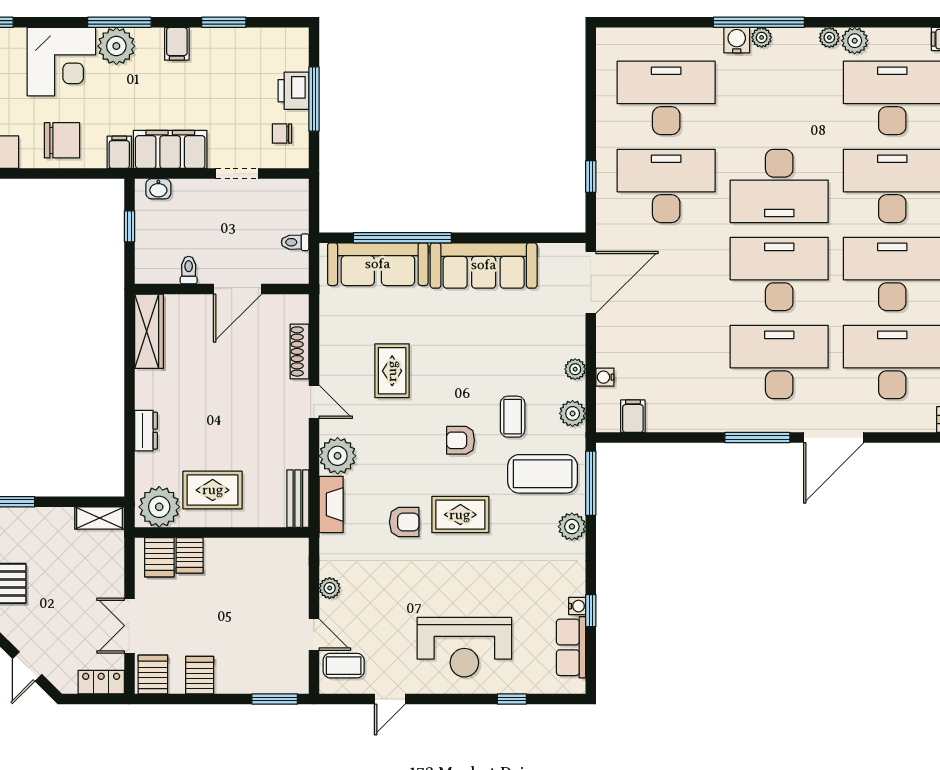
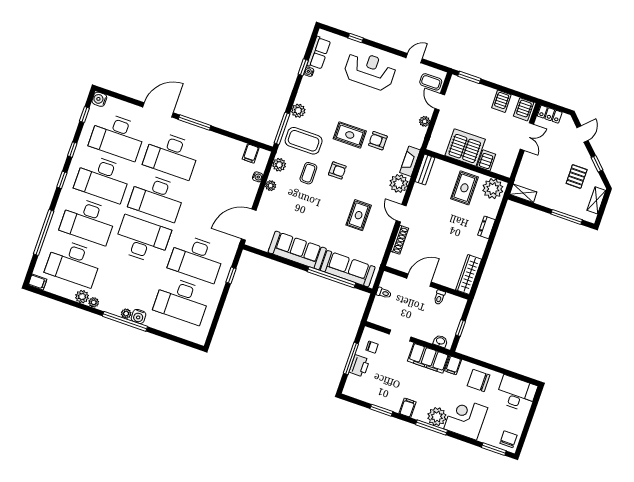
rug: (213, 490) -> (464, 188), turned 90
server rack: (159, 557) -> (465, 147), moved, width x2.18, depth x1.44

